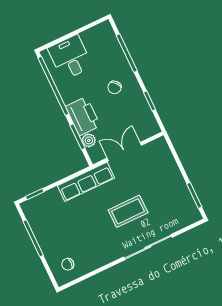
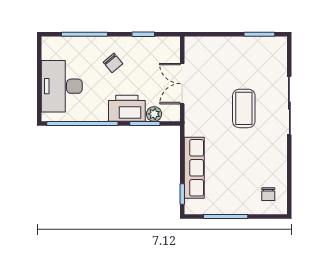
desk: (70, 57) -> (62, 86), width x1.37
row of seats: (86, 182) -> (194, 168), moved

